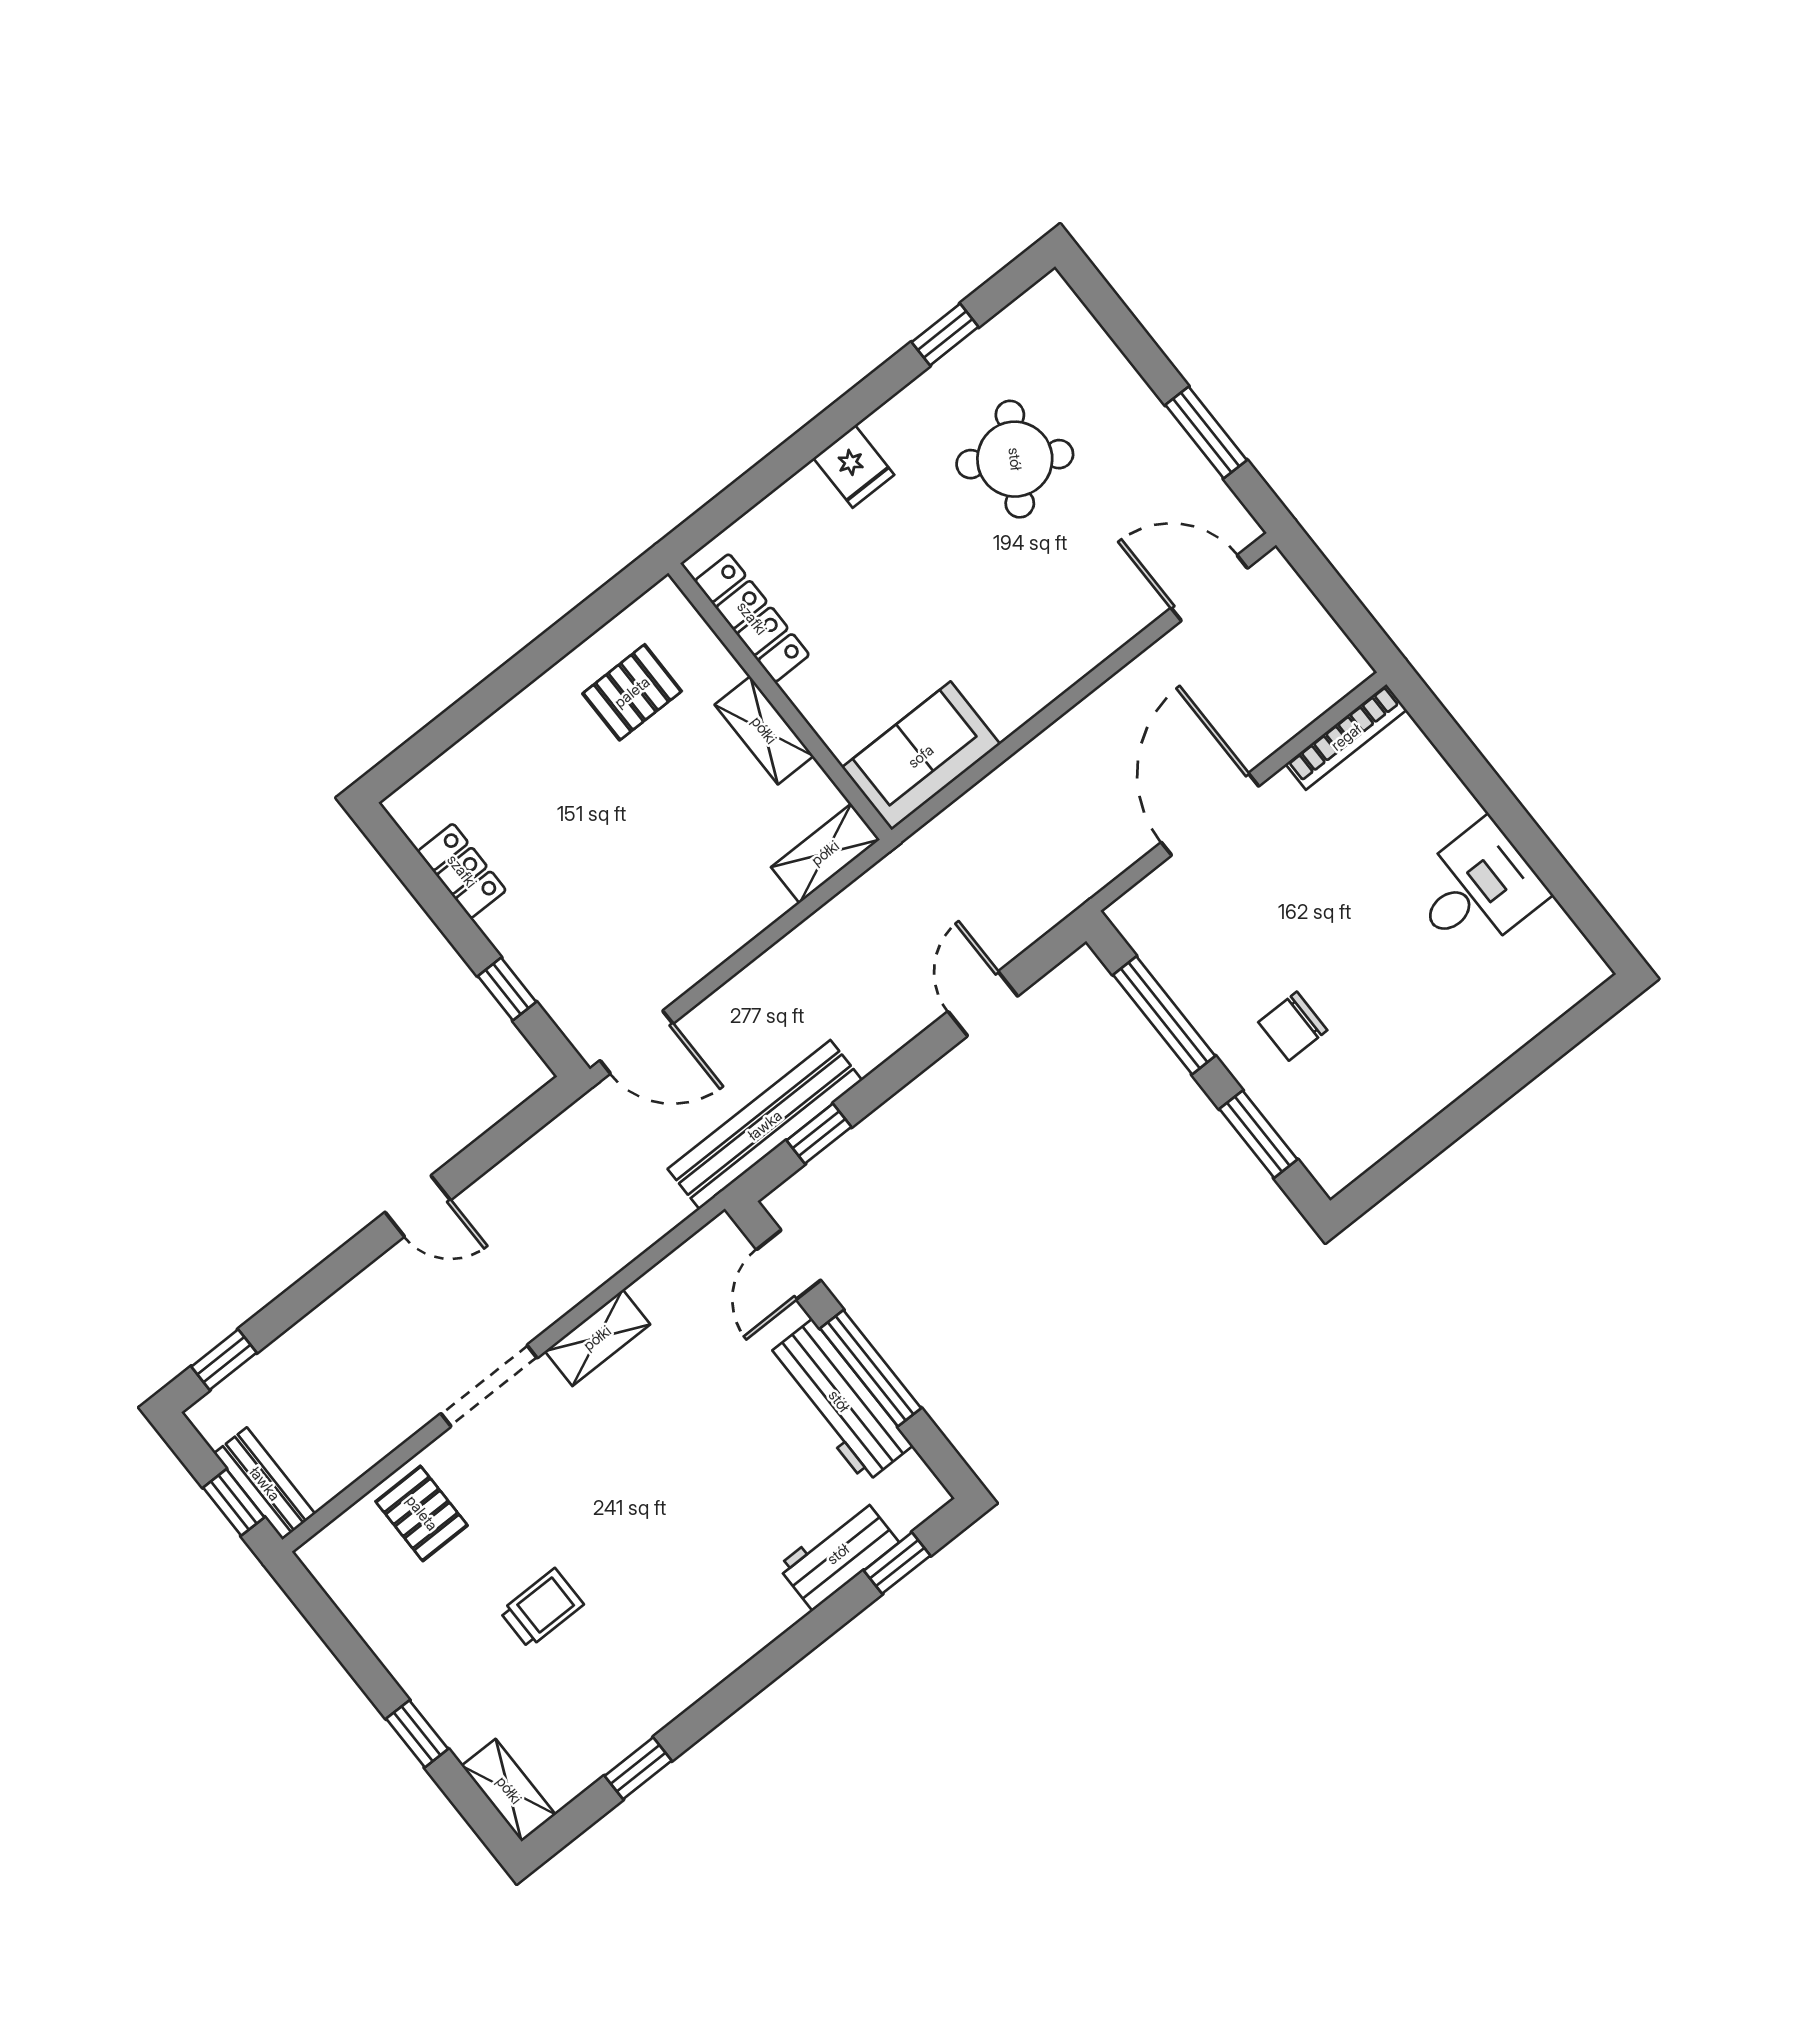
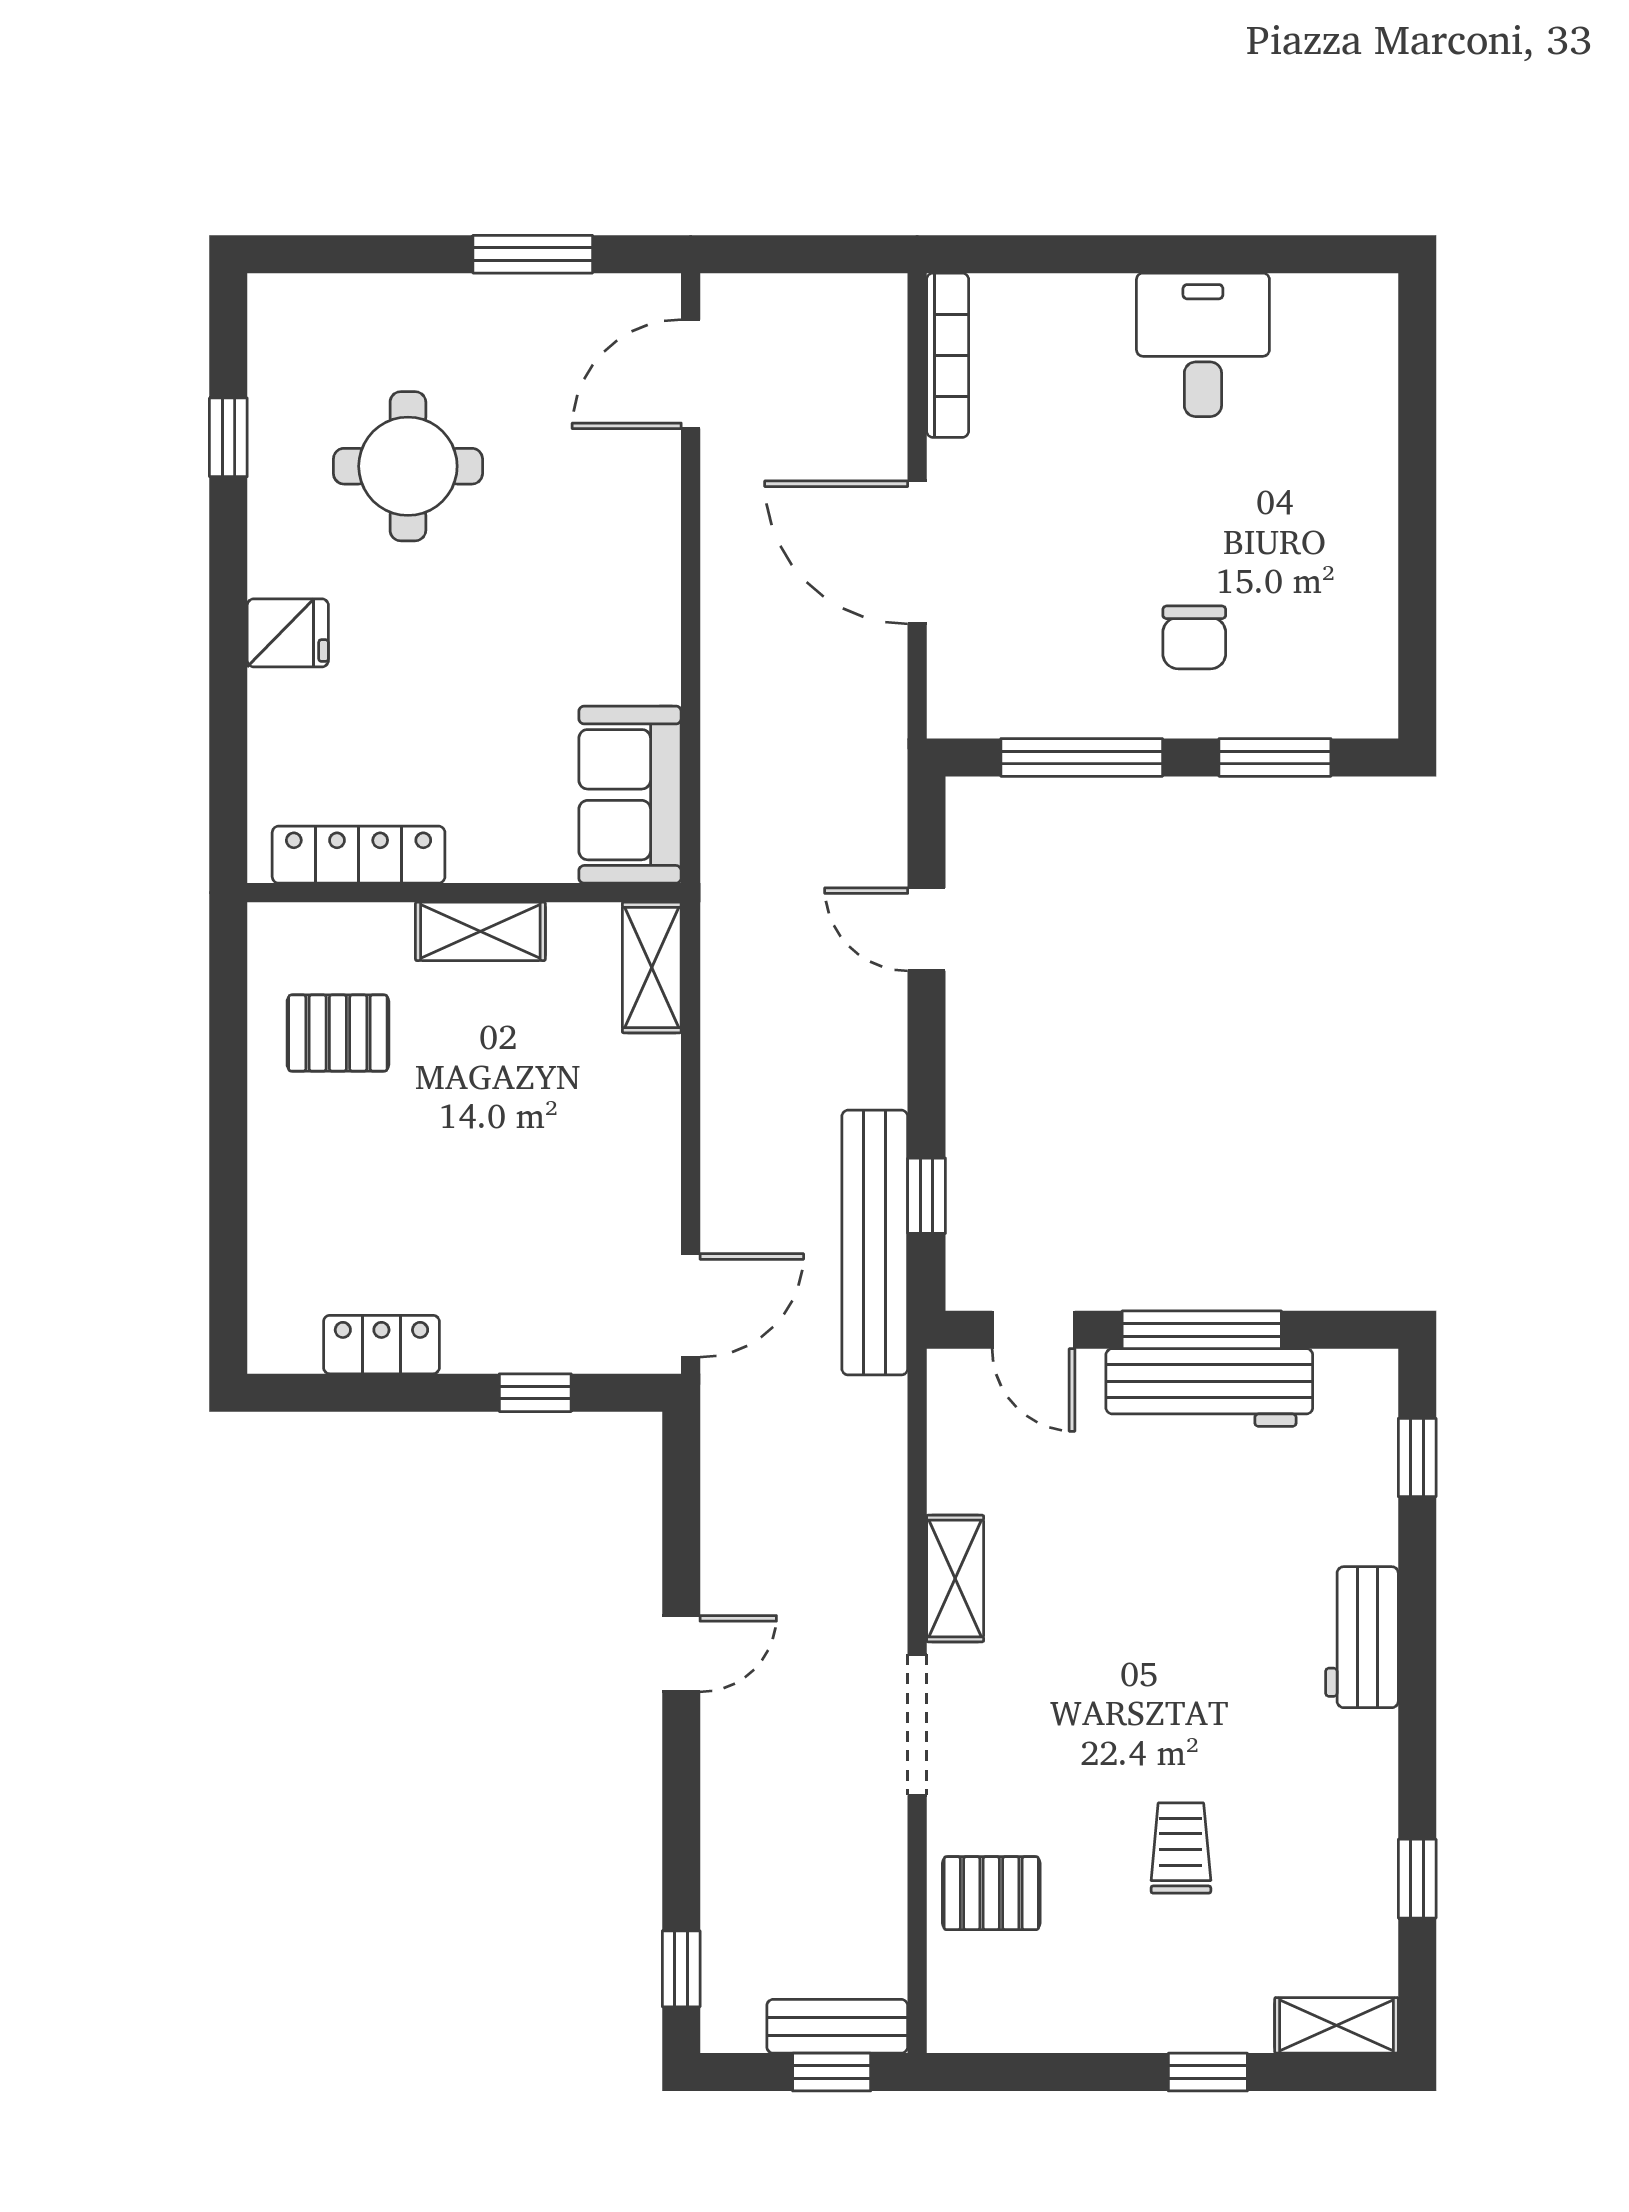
round table: (1015, 459) -> (408, 466), turned -32
pallet: (632, 692) -> (338, 1033), turned 90
workbench: (838, 1554) -> (1362, 1637), moved

